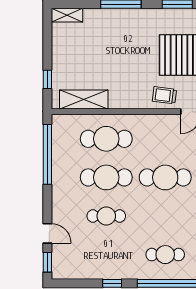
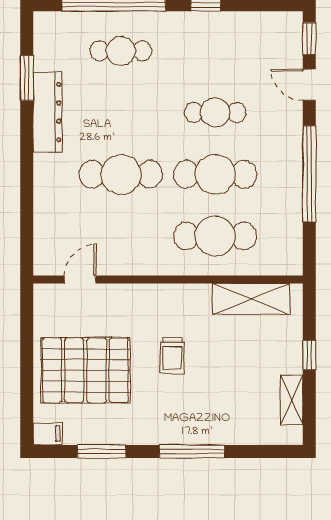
shelving: (67, 15) -> (292, 400), moved, turned 90
window: (47, 79) -> (309, 355), moved
trolley: (164, 95) -> (172, 355), moved, turned 83
window: (47, 154) -> (309, 174), moved

